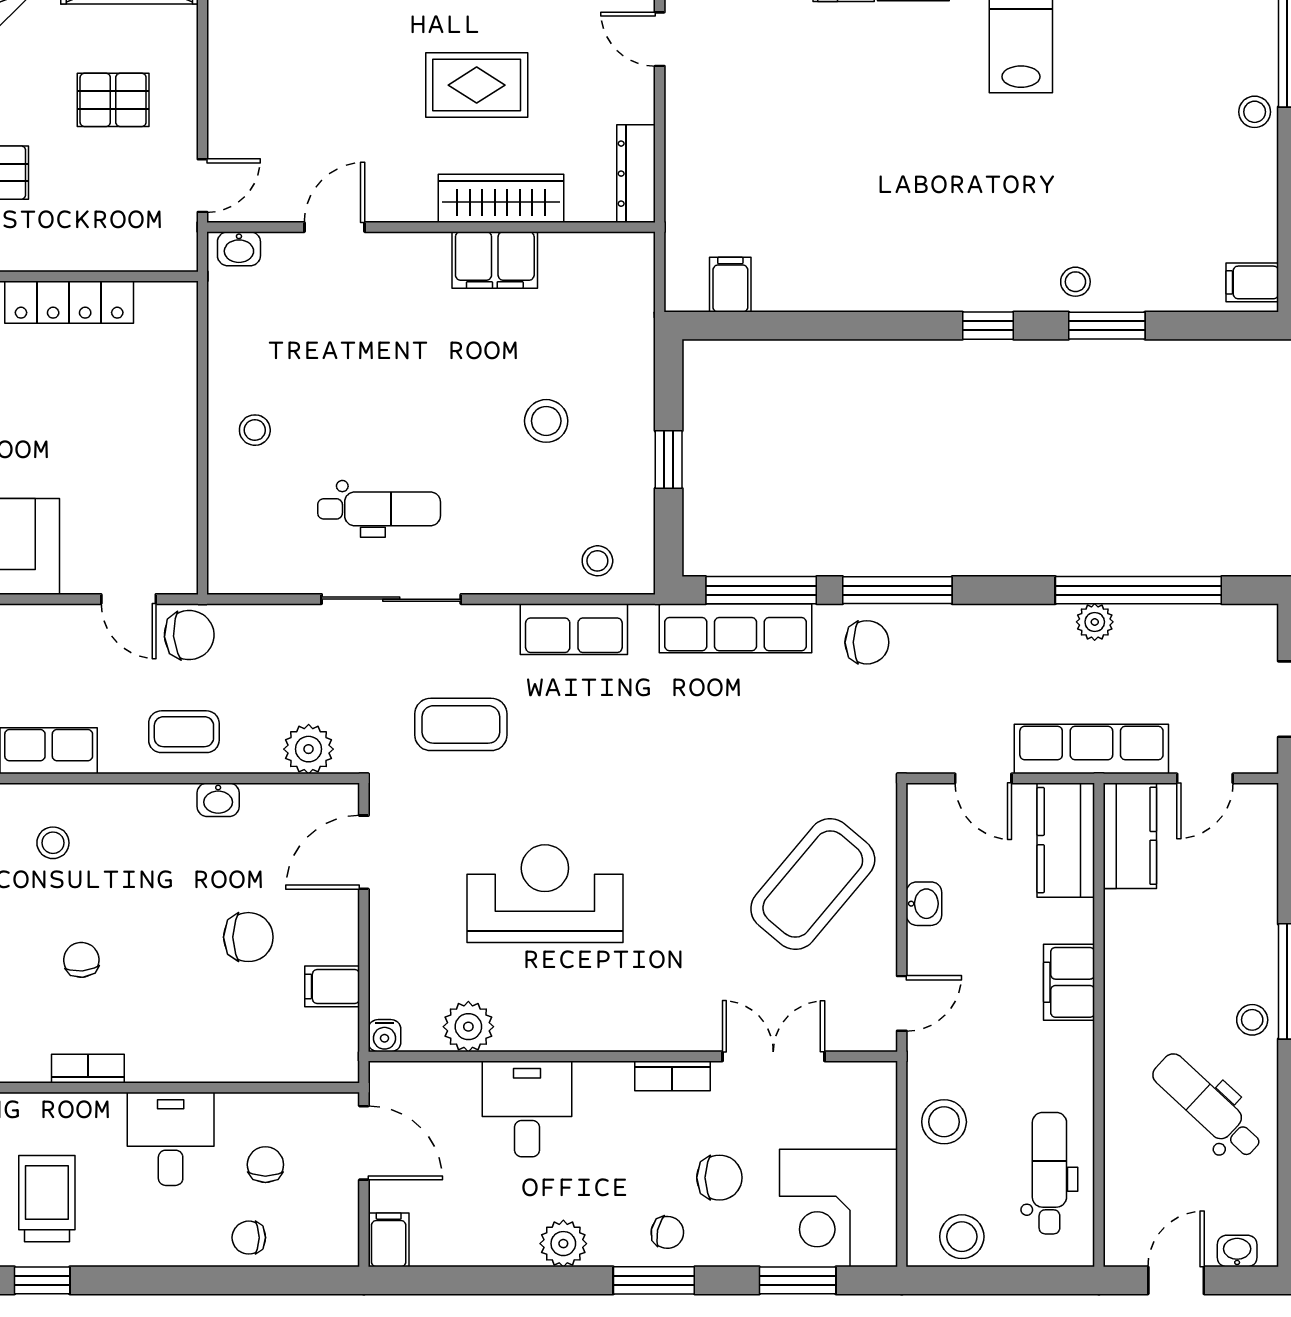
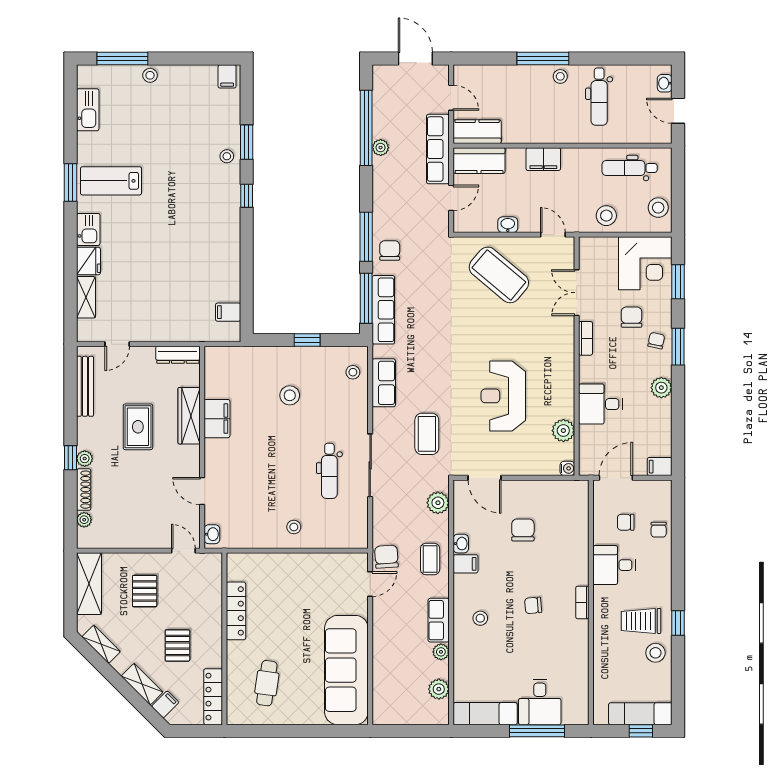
dental chair: (379, 509) -> (329, 471), turned 180
filing cabinet: (332, 986) -> (466, 564), moved, turned -90
dental chair: (1207, 1106) -> (599, 97), turned -43

